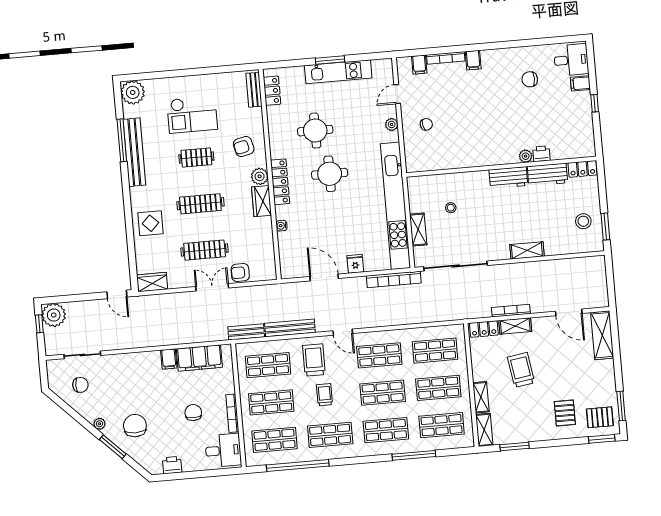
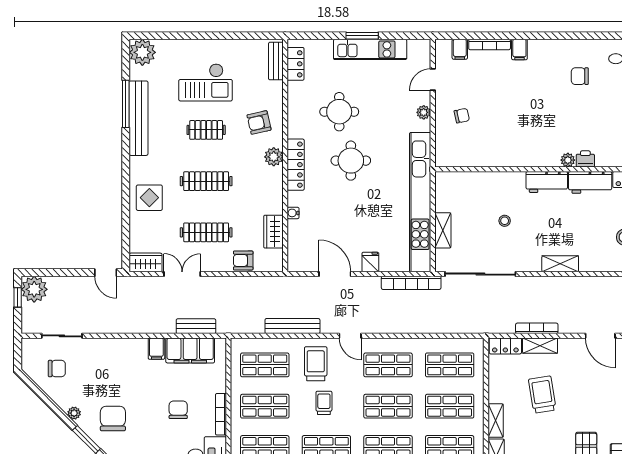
wardrobe: (262, 201) -> (273, 232), moved
stool: (451, 208) -> (505, 221), moved
double door: (212, 287) -> (182, 274), moved
bench: (246, 332) -> (196, 326), moved

